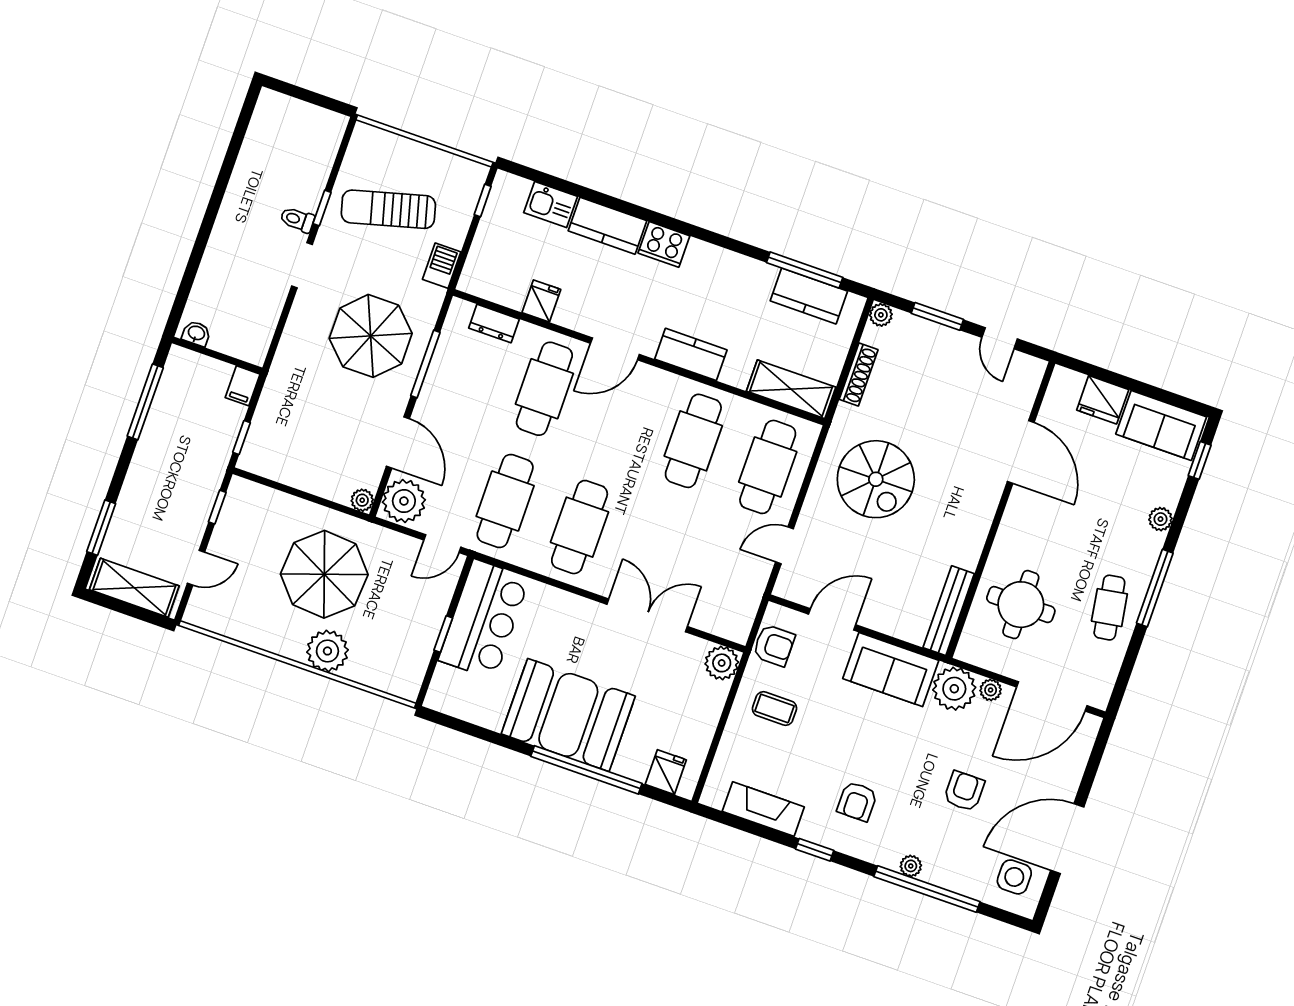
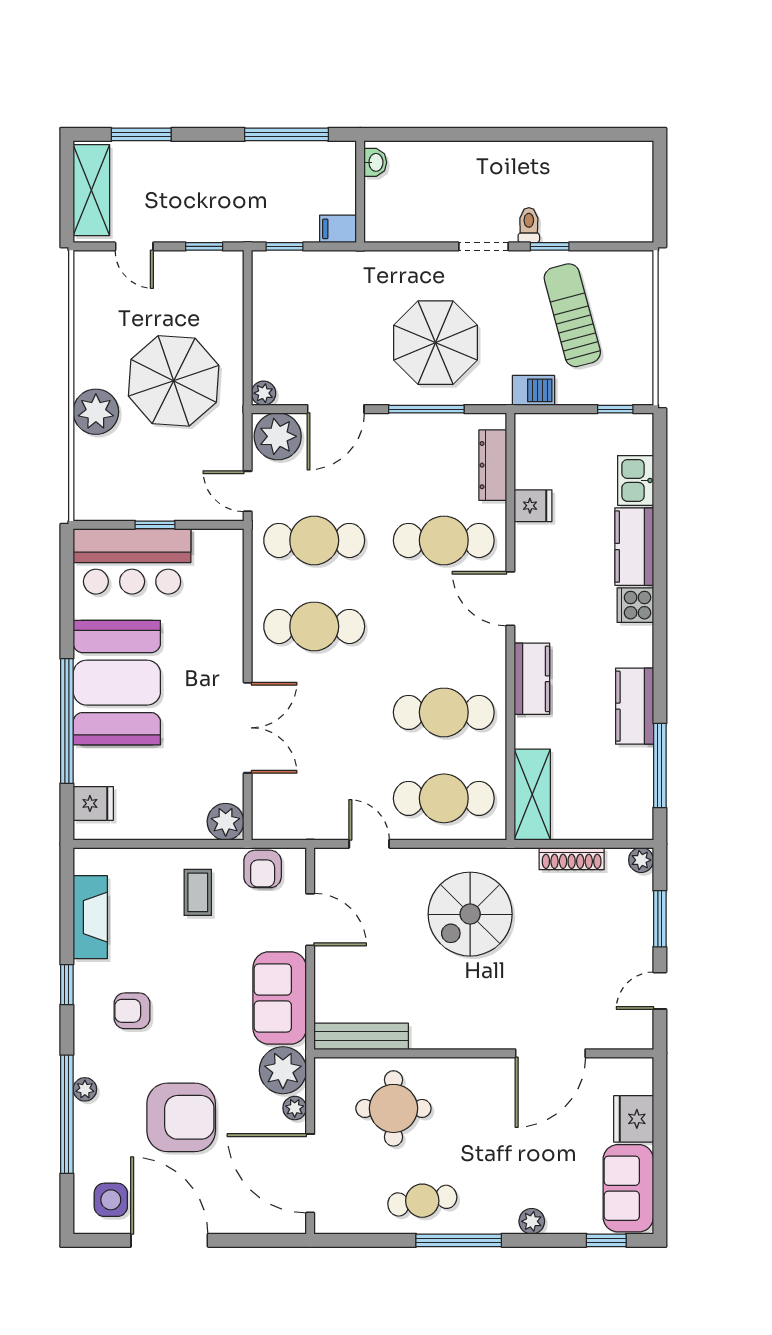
cooker: (664, 244) -> (635, 605), width x0.73
kitchen counter: (809, 296) -> (635, 706), moved
dresser: (494, 324) -> (493, 465), width x1.44
bar counter: (484, 619) -> (132, 561), moved
armchair: (964, 791) -> (181, 1117), width x1.88, depth x1.88

